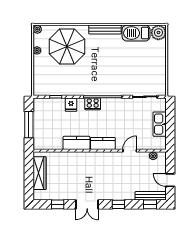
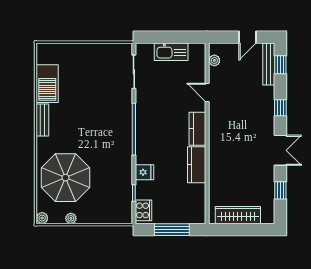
bench: (105, 30) -> (42, 120), width x0.73
plant: (158, 33) -> (46, 53), removed
cooker: (93, 104) -> (144, 210), moved

